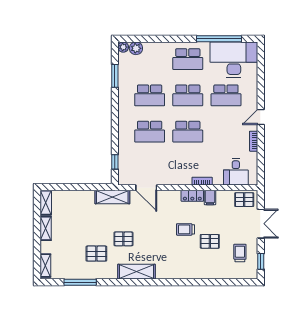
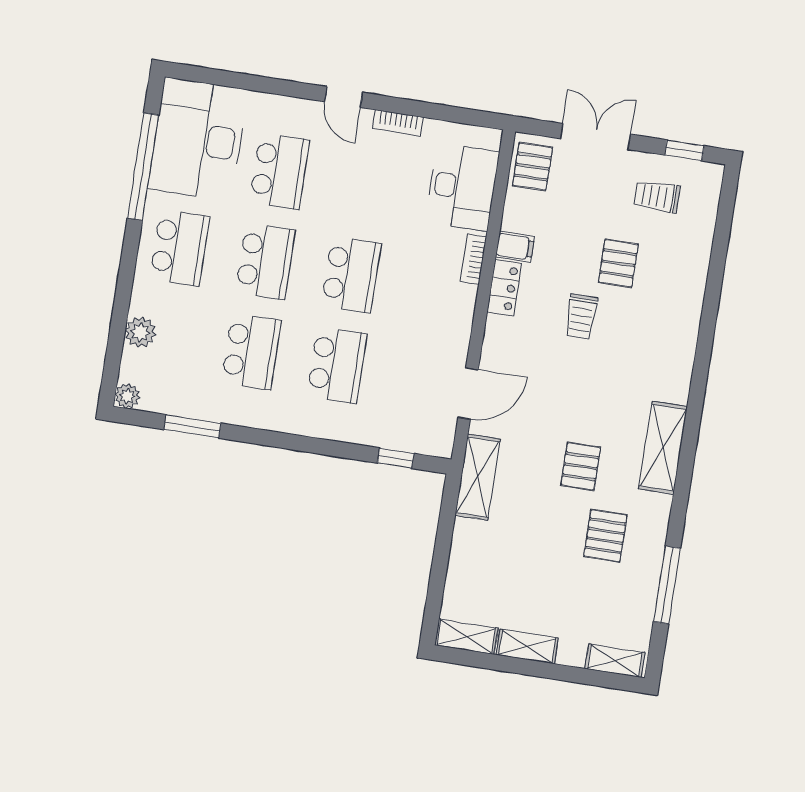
plant: (136, 48) -> (140, 332), moved
desk: (236, 172) -> (462, 187), width x1.37

